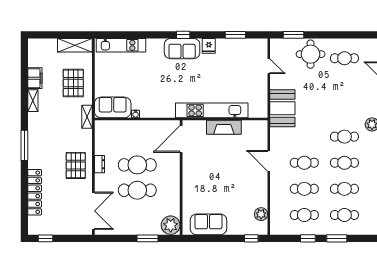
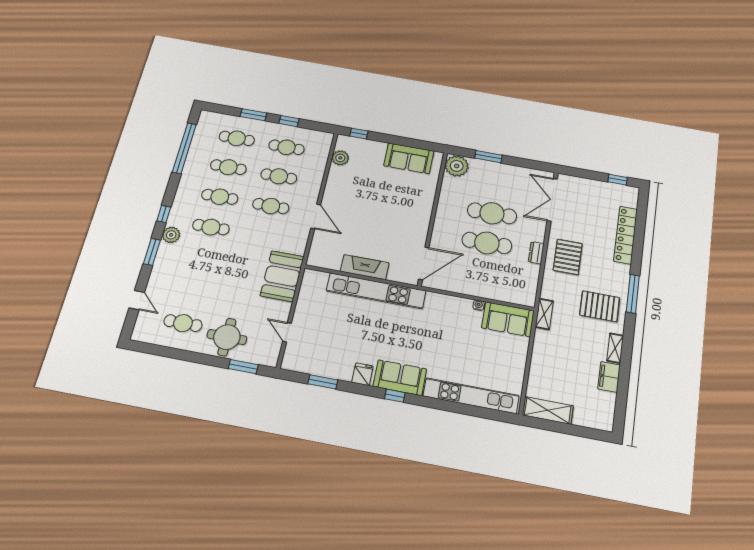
kitchen unit: (121, 45) -> (471, 396), width x1.36
pallet: (73, 83) -> (600, 306), moved, turned 90

